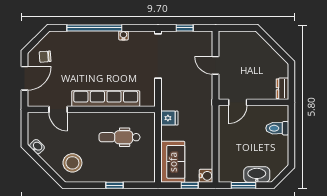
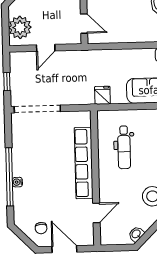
water cooler: (123, 35) -> (17, 182), moved
plant: (236, 42) -> (20, 27), added

